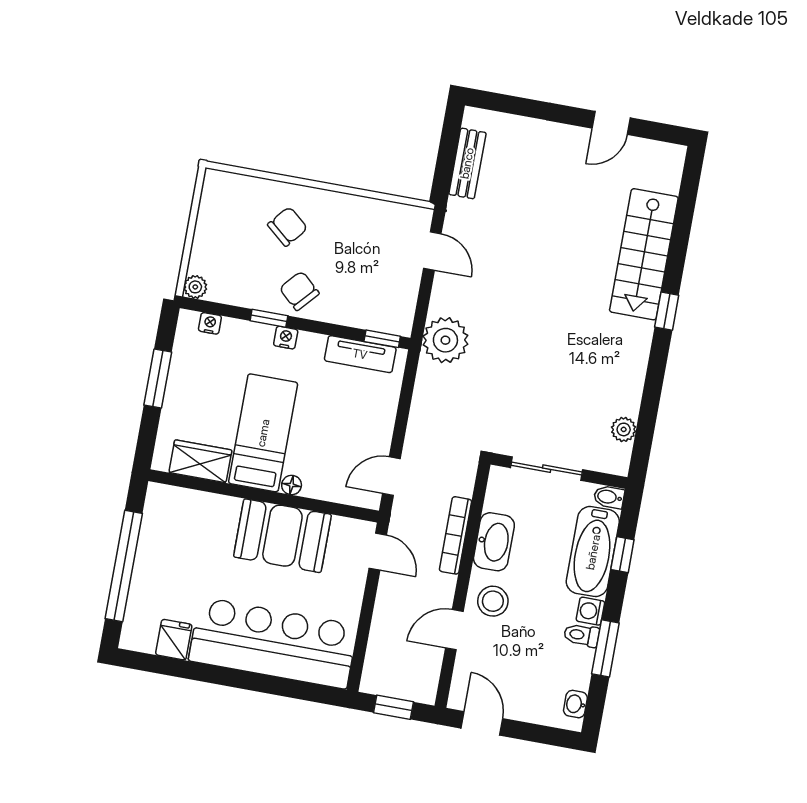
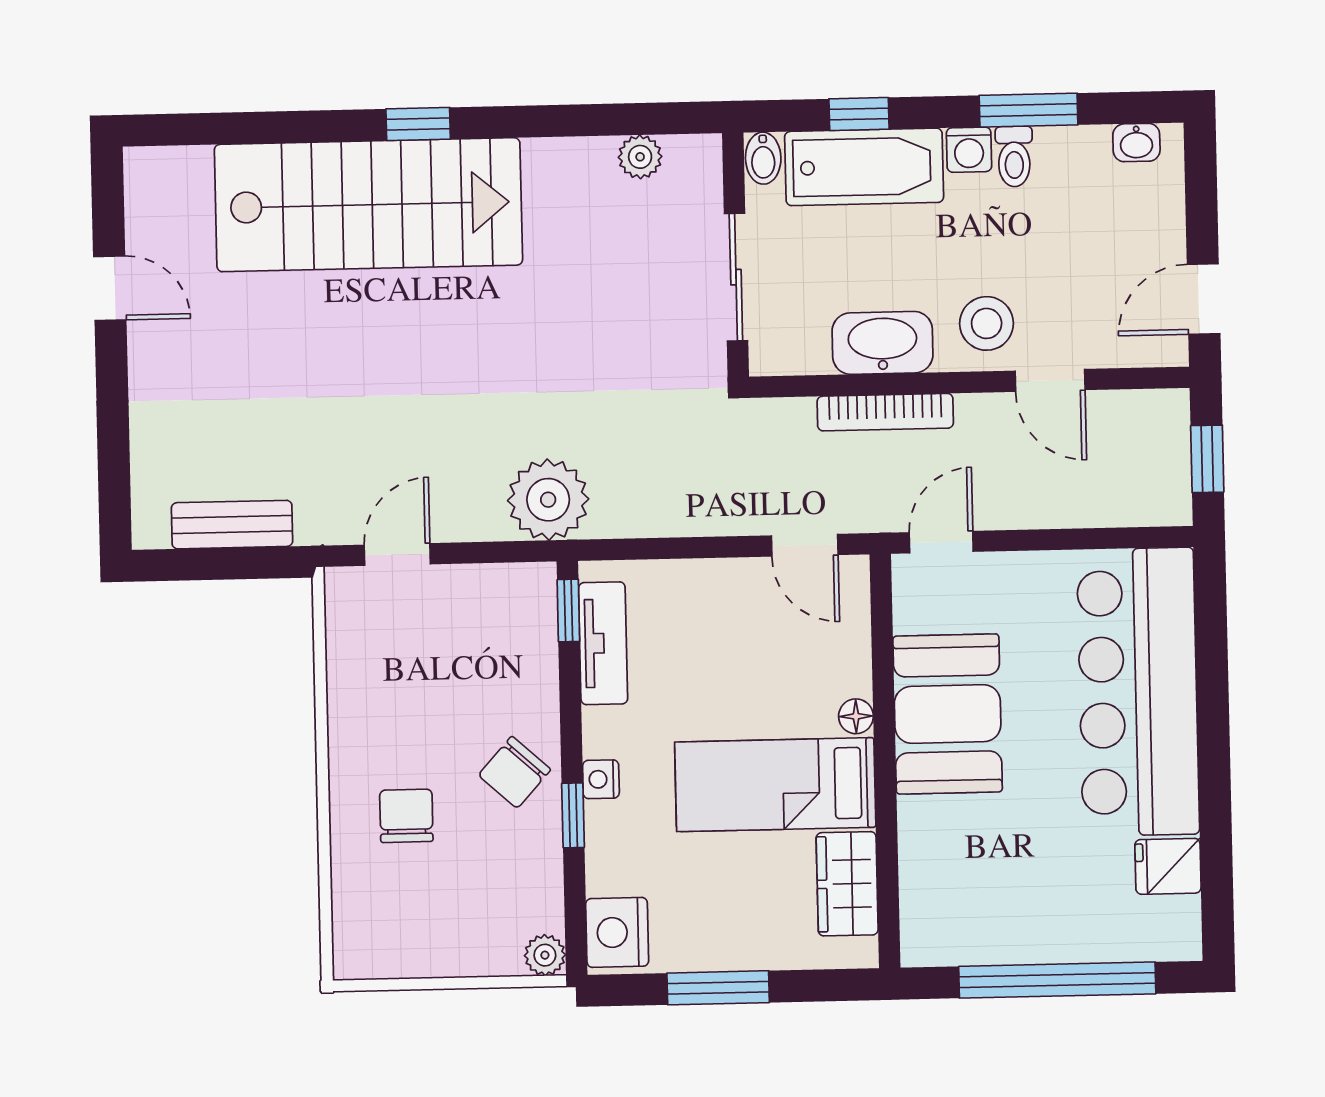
chair: (288, 226) -> (406, 816), turned 50
stairs: (644, 254) -> (368, 205), width x1.36, depth x1.51
nightstand: (210, 323) -> (617, 932), width x1.89, depth x1.79

